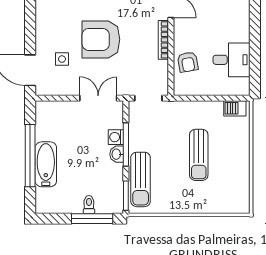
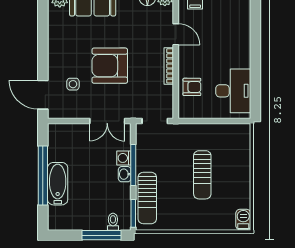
desk: (232, 60) -> (233, 91), width x1.37
armchair: (188, 62) -> (192, 87), turned -80
double door: (98, 98) -> (107, 121), swing flipped
barbecue: (235, 108) -> (243, 219), moved, turned 90
toilet: (89, 205) -> (113, 222), moved

